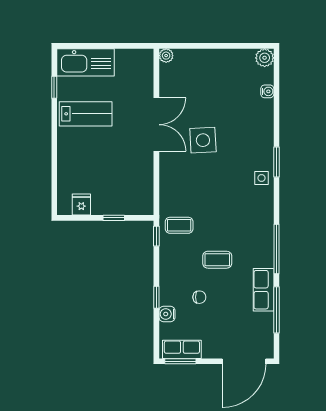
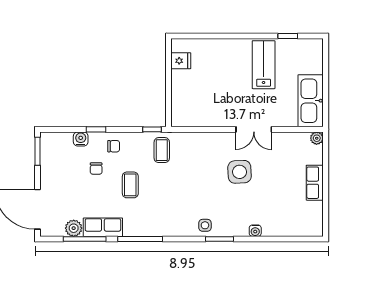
plant: (265, 58) -> (74, 228), moved
kitchen sink: (86, 62) -> (311, 101), moved
water cooler: (267, 91) -> (255, 231), moved
lab bench: (86, 114) -> (264, 65), turned 180
double door: (156, 125) -> (254, 129), width x0.73
window: (114, 218) -> (168, 90), removed
chair: (175, 278) -> (114, 146), added
row of seats: (182, 349) -> (315, 183), moved, turned 180

